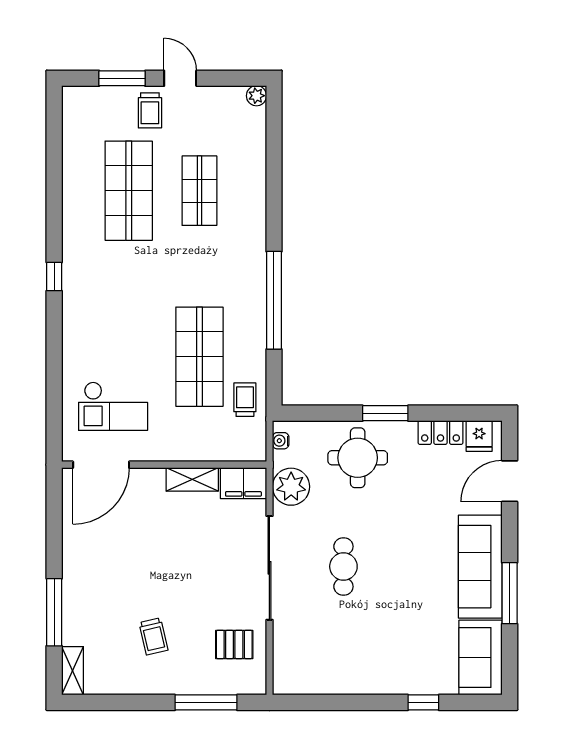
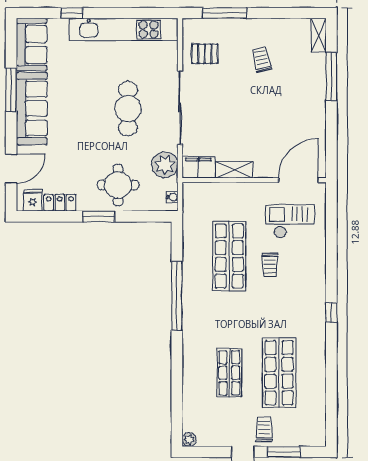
trolley: (245, 400) -> (270, 265), moved
cafe table: (343, 566) -> (128, 109), width x1.37, depth x1.35
kitchen unit: (350, 679) -> (124, 29), added

